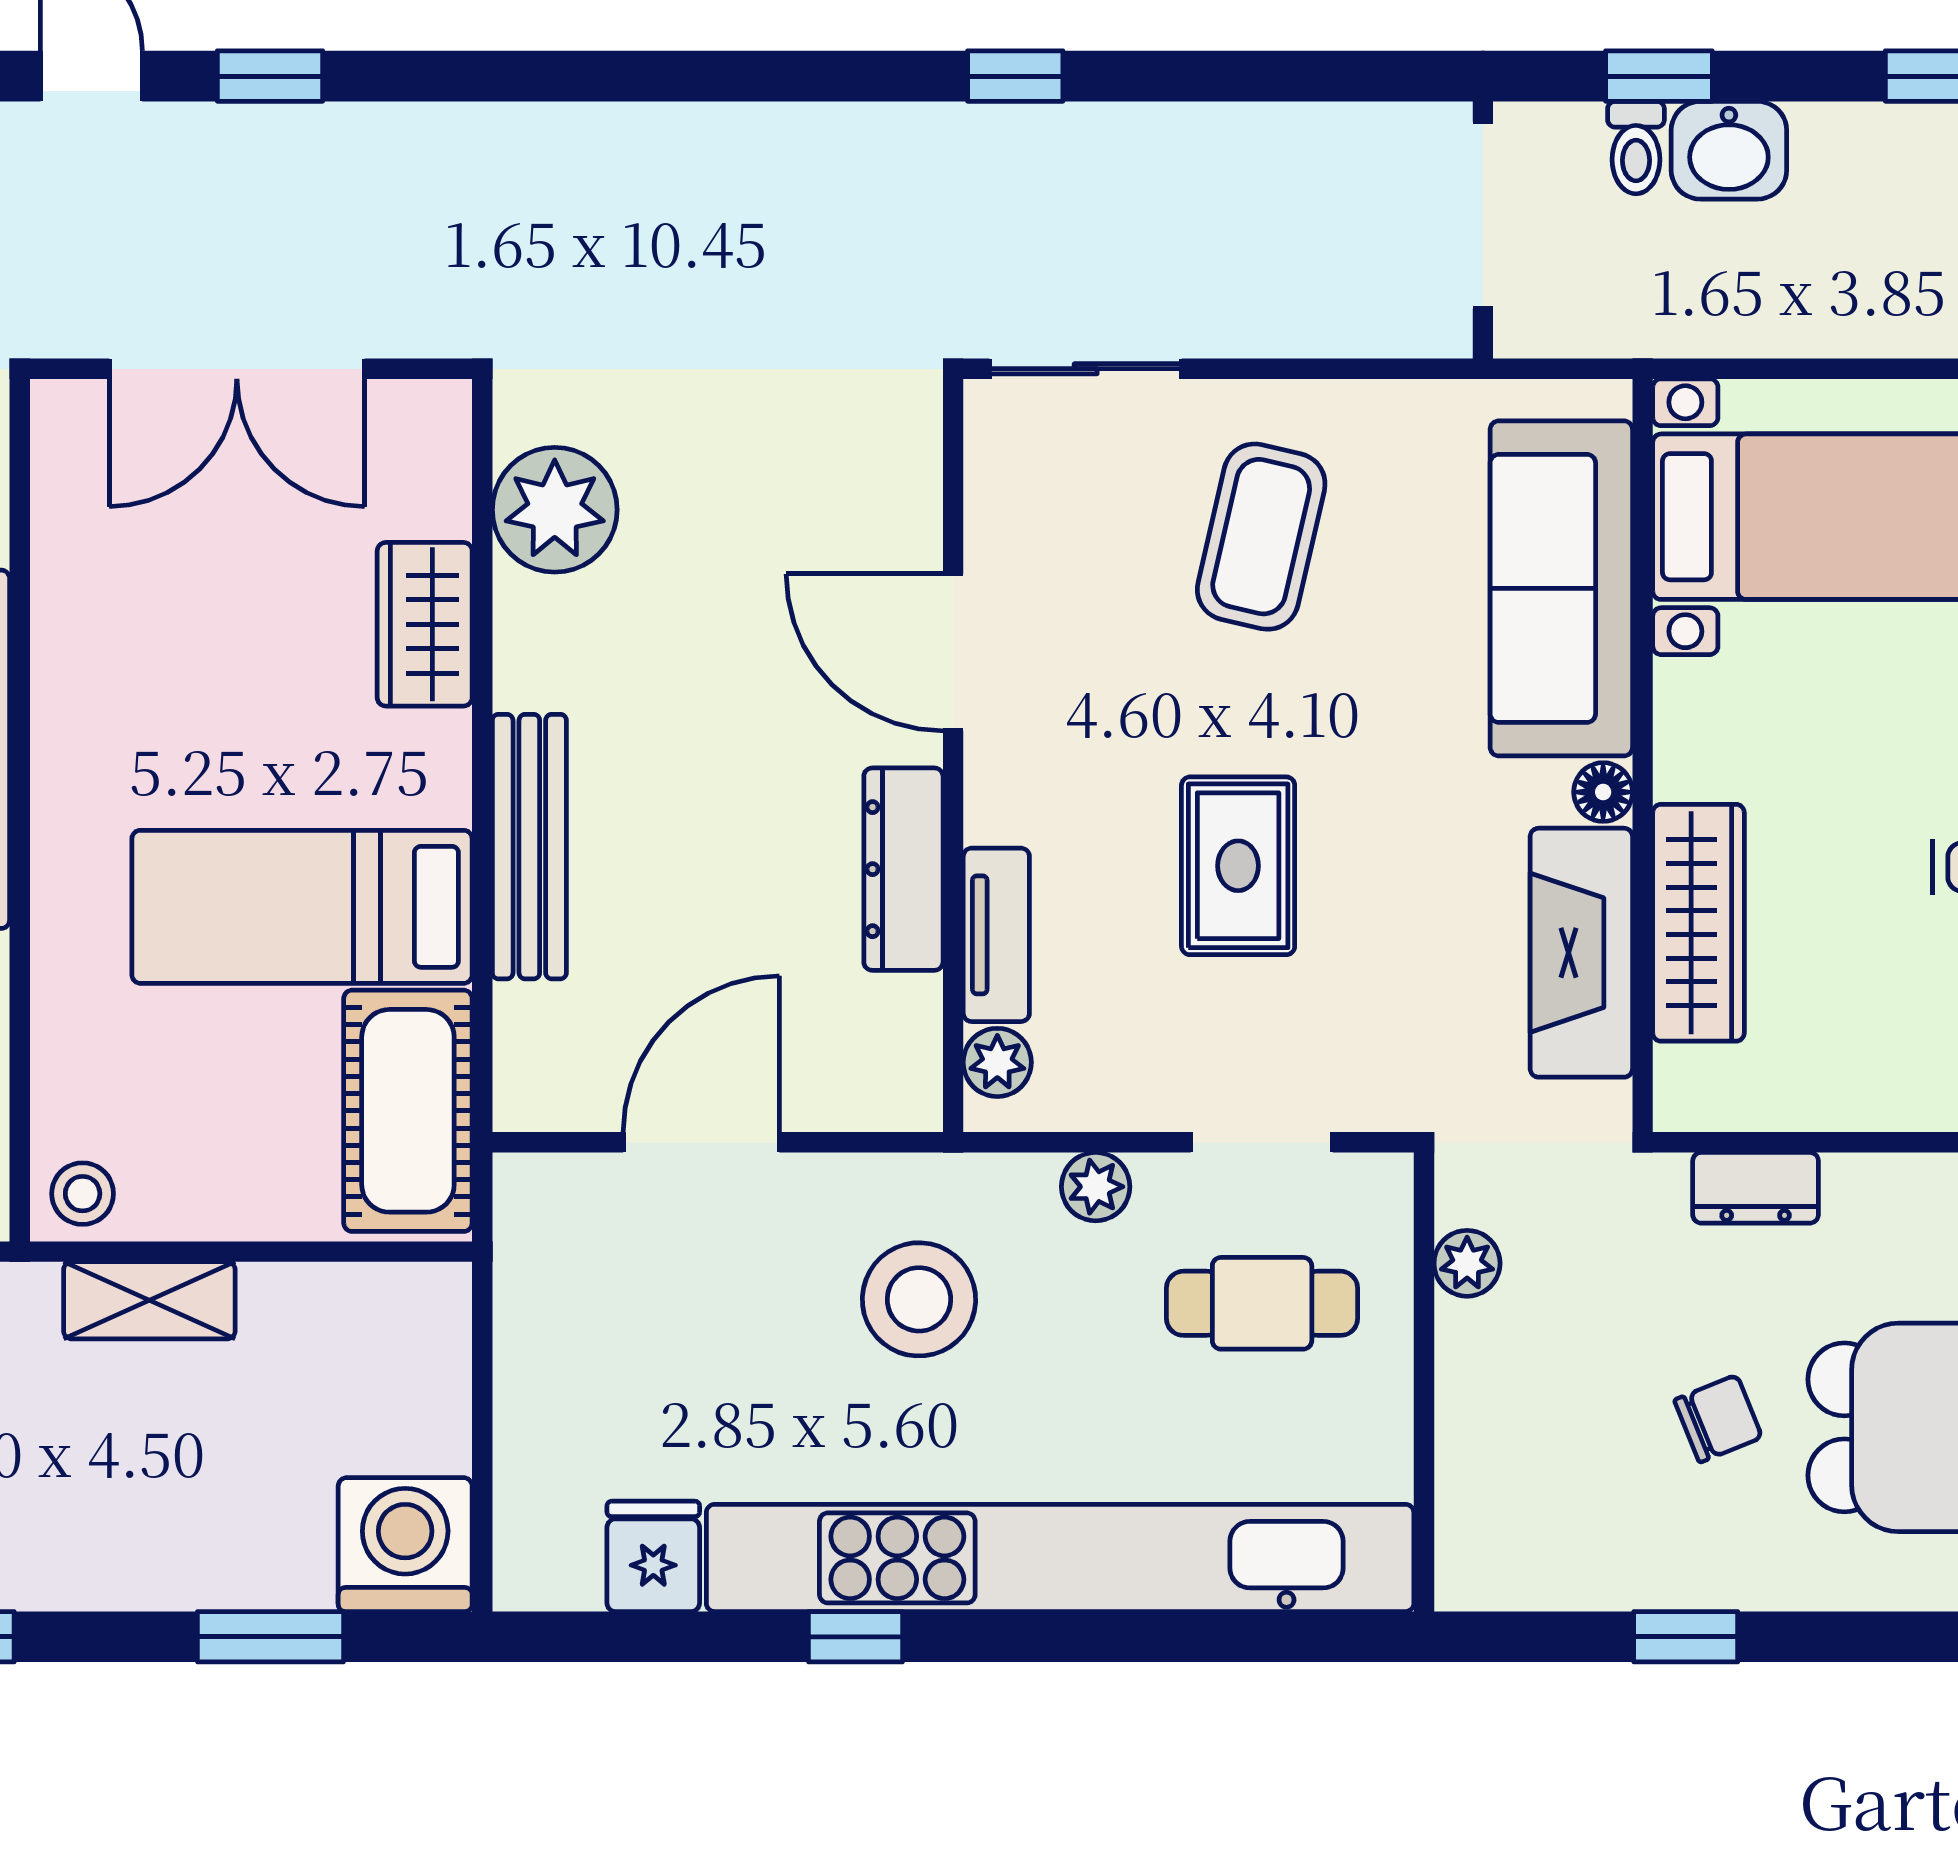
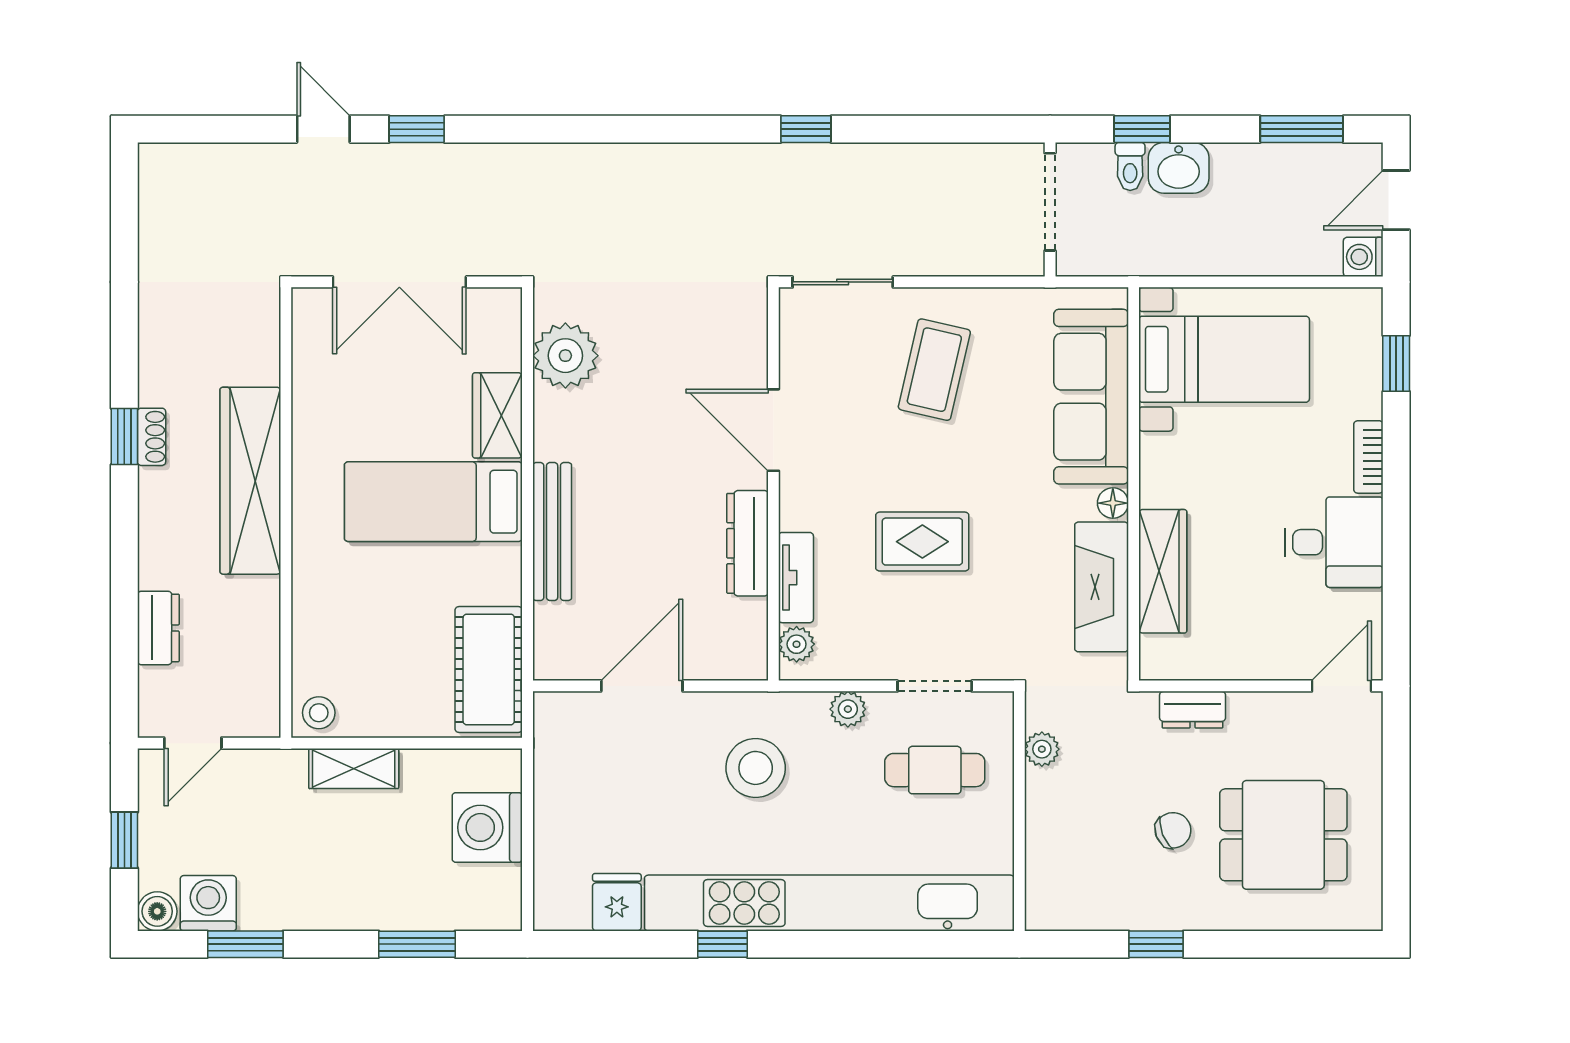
rug: (1238, 866) -> (922, 542), turned 90
bed: (302, 907) -> (433, 502), moved
washing machine: (405, 1545) -> (487, 827), moved, turned -90

